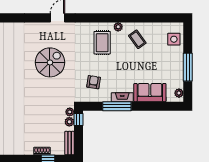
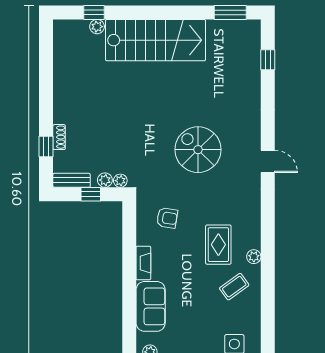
rug: (102, 43) -> (218, 245), moved, turned 90
spiral stairs: (50, 62) -> (198, 150), turned 180
window: (117, 106) -> (129, 255), removed
window: (78, 119) -> (91, 194), moved

